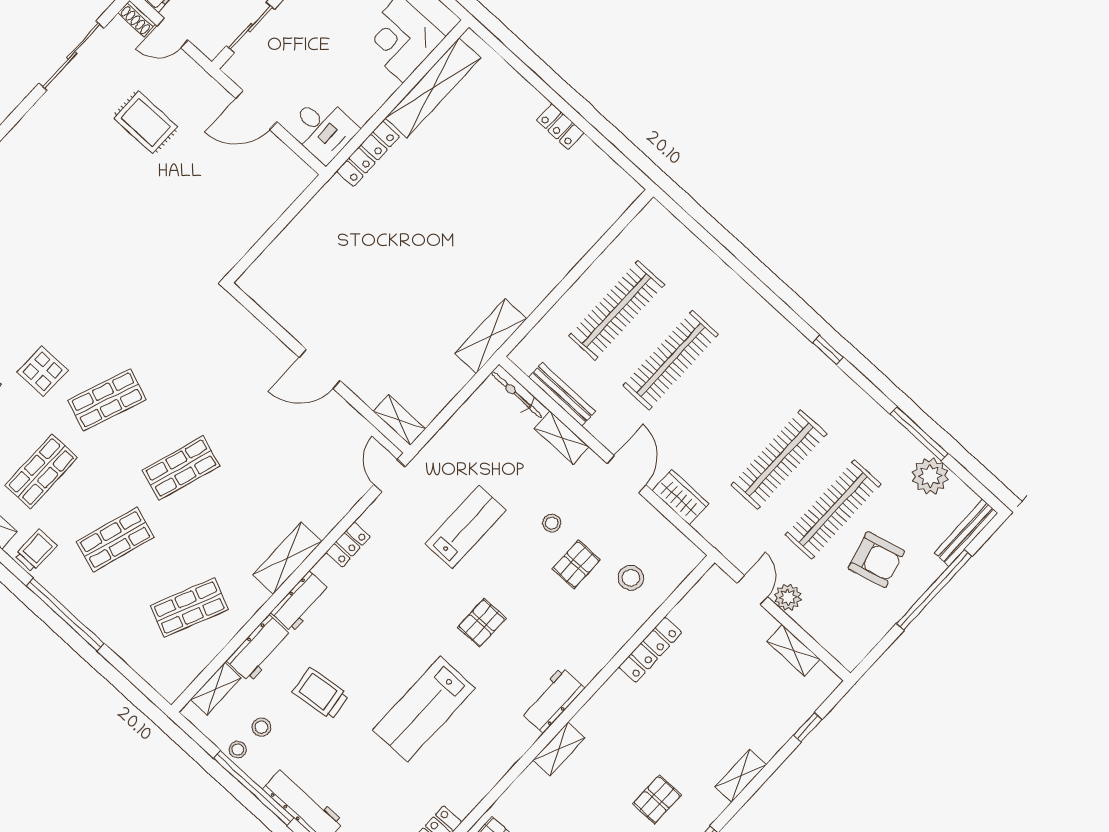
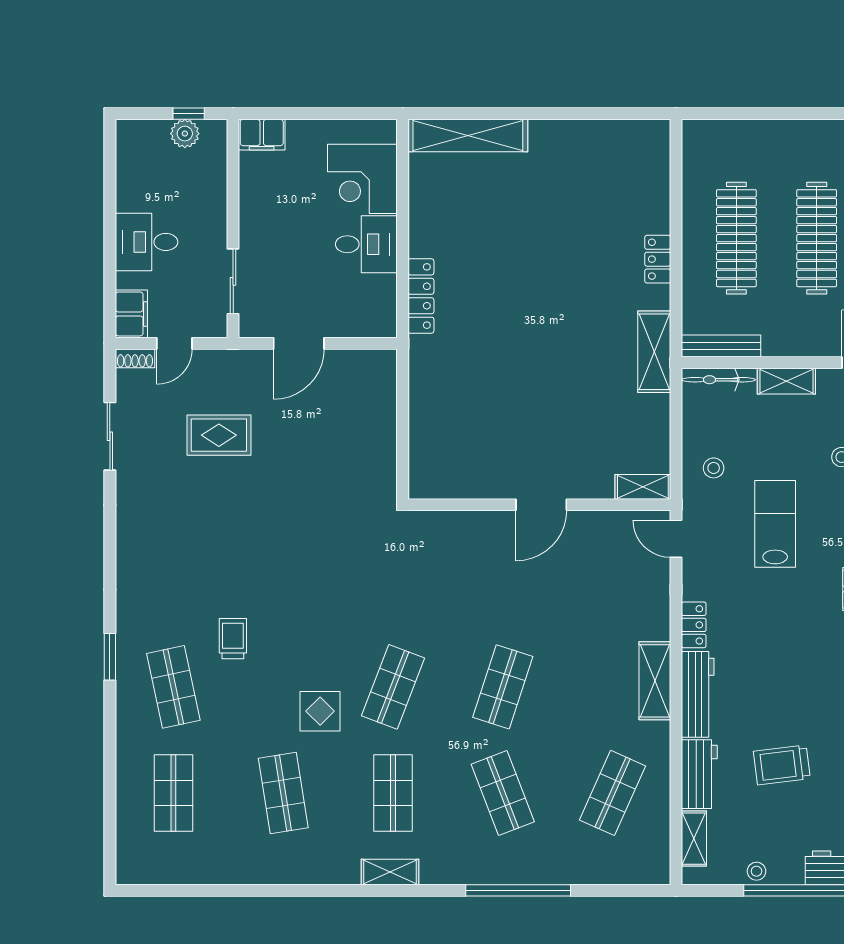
sliding door: (72, 56) -> (110, 436), width x0.73
shelving: (433, 88) -> (468, 136), moved, turned 90
locker: (560, 126) -> (658, 259), moved, turned 90
desk: (323, 129) -> (366, 244), moved
bench: (562, 394) -> (721, 346), moved
shop shelf: (115, 539) -> (503, 793), turned -39
trolley: (36, 550) -> (233, 639), moved
workbench: (300, 602) -> (698, 694), width x1.38
stool: (261, 727) -> (714, 468), moved

